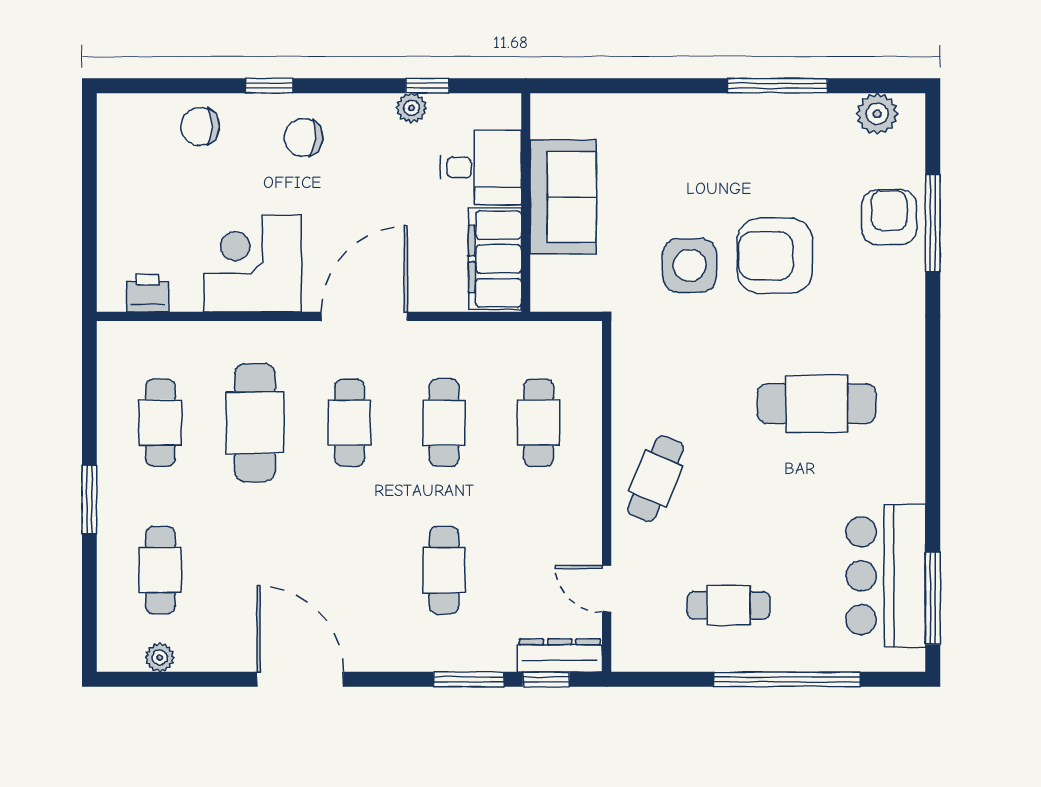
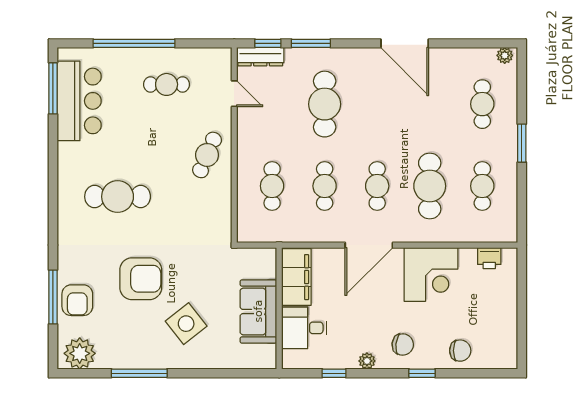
plant: (411, 108) -> (367, 361), moved
plant: (877, 114) -> (80, 353), width x1.36, depth x1.36
side table: (690, 265) -> (186, 324), moved, turned -38
cafe table: (444, 570) -> (325, 104), width x1.37, depth x1.35
plant: (160, 658) -> (505, 55), moved

